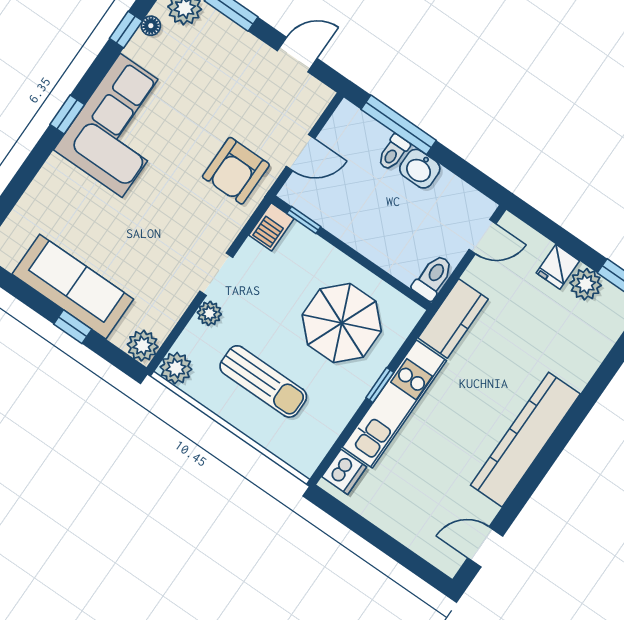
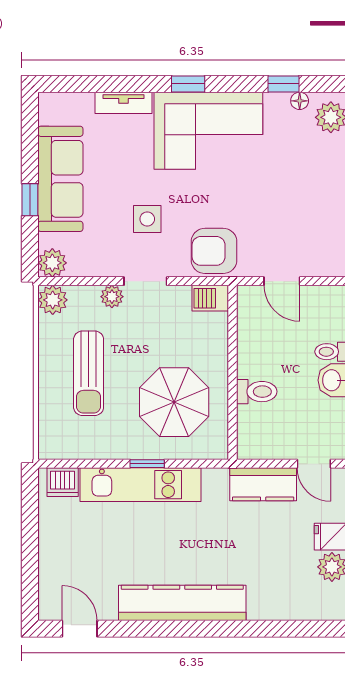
armchair: (236, 171) -> (214, 251), moved
tv unit: (44, 184) -> (123, 103), added
window: (304, 220) -> (232, 319), removed
side table: (162, 234) -> (147, 219), added
toilet: (433, 277) -> (257, 392), moved
kitchen counter: (453, 319) -> (263, 484), moved

